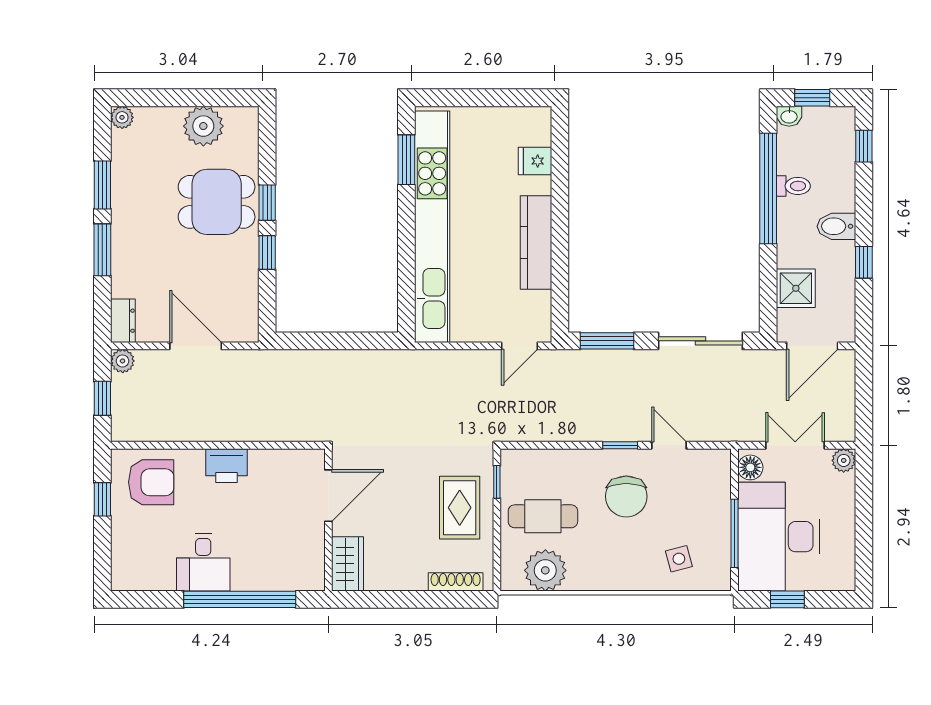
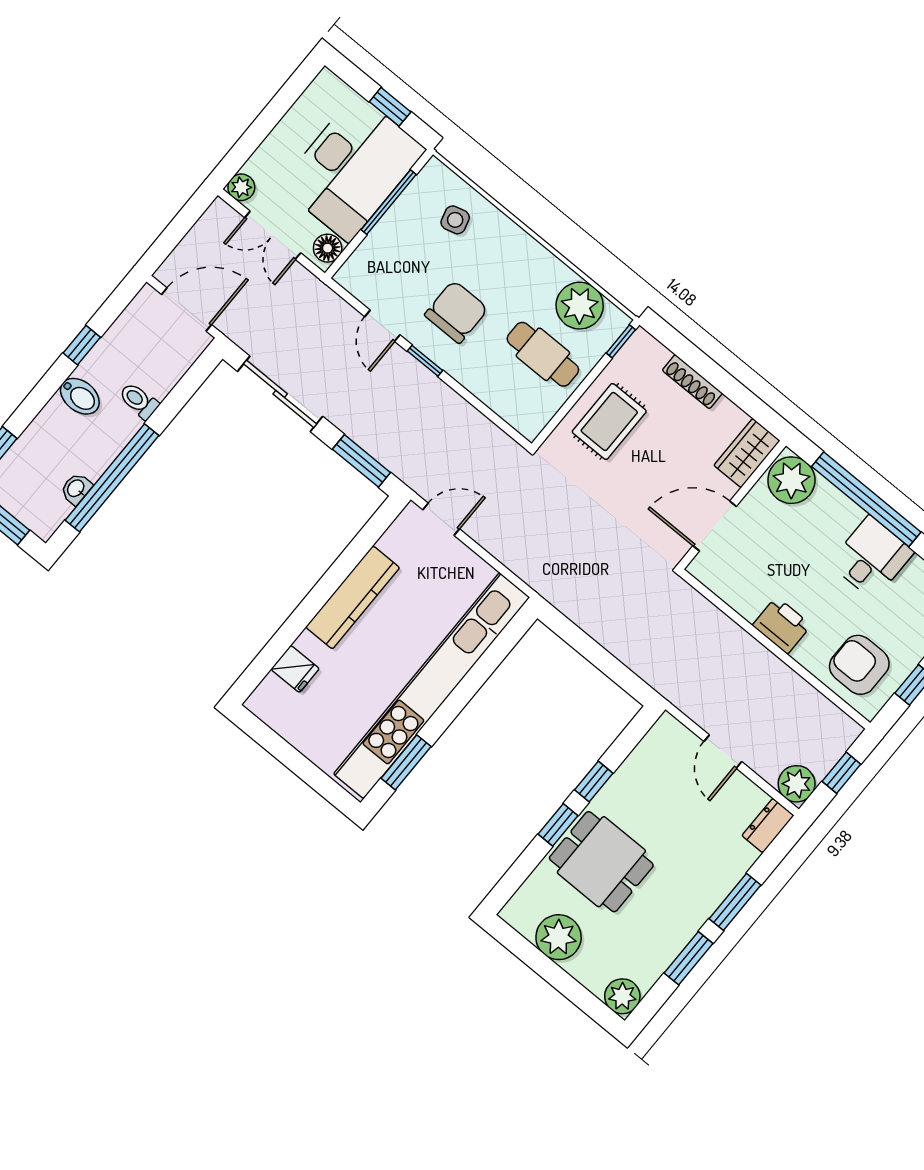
washbasin: (789, 116) -> (76, 489), moved, turned -90
plant: (122, 117) -> (622, 996), width x1.38, depth x1.38
toilet: (793, 186) -> (139, 401), moved
shower: (796, 288) -> (159, 371), removed
door: (196, 346) -> (723, 752), width x0.73
plant: (123, 361) -> (797, 784), width x1.38, depth x1.38
window: (497, 482) -> (621, 341), moved
plant: (302, 570) -> (791, 480), added
shoe rack: (456, 582) -> (692, 382), moved

